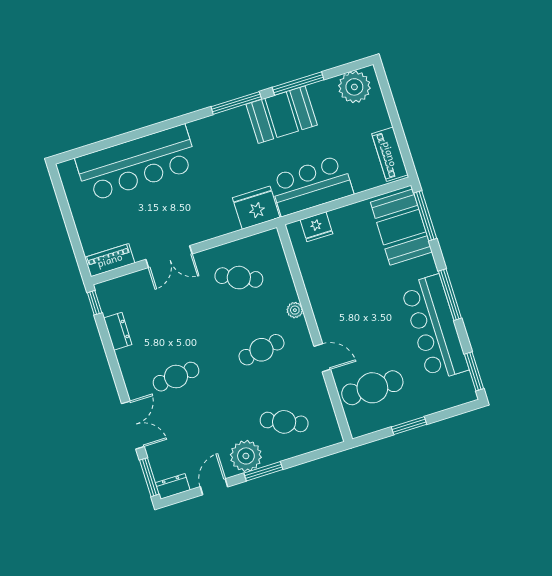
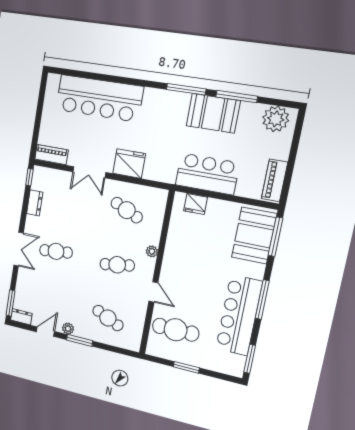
fridge: (256, 208) -> (129, 164), moved
double door: (133, 425) -> (19, 249), moved
plant: (246, 456) -> (68, 329), width x0.53, depth x0.53

